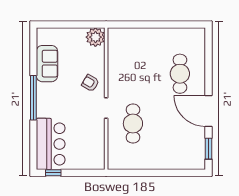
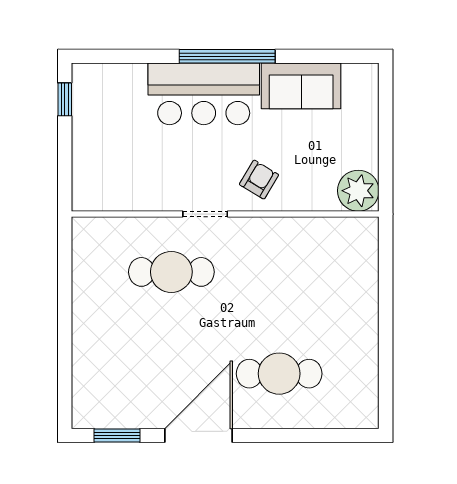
bar counter: (51, 144) -> (204, 94), moved

